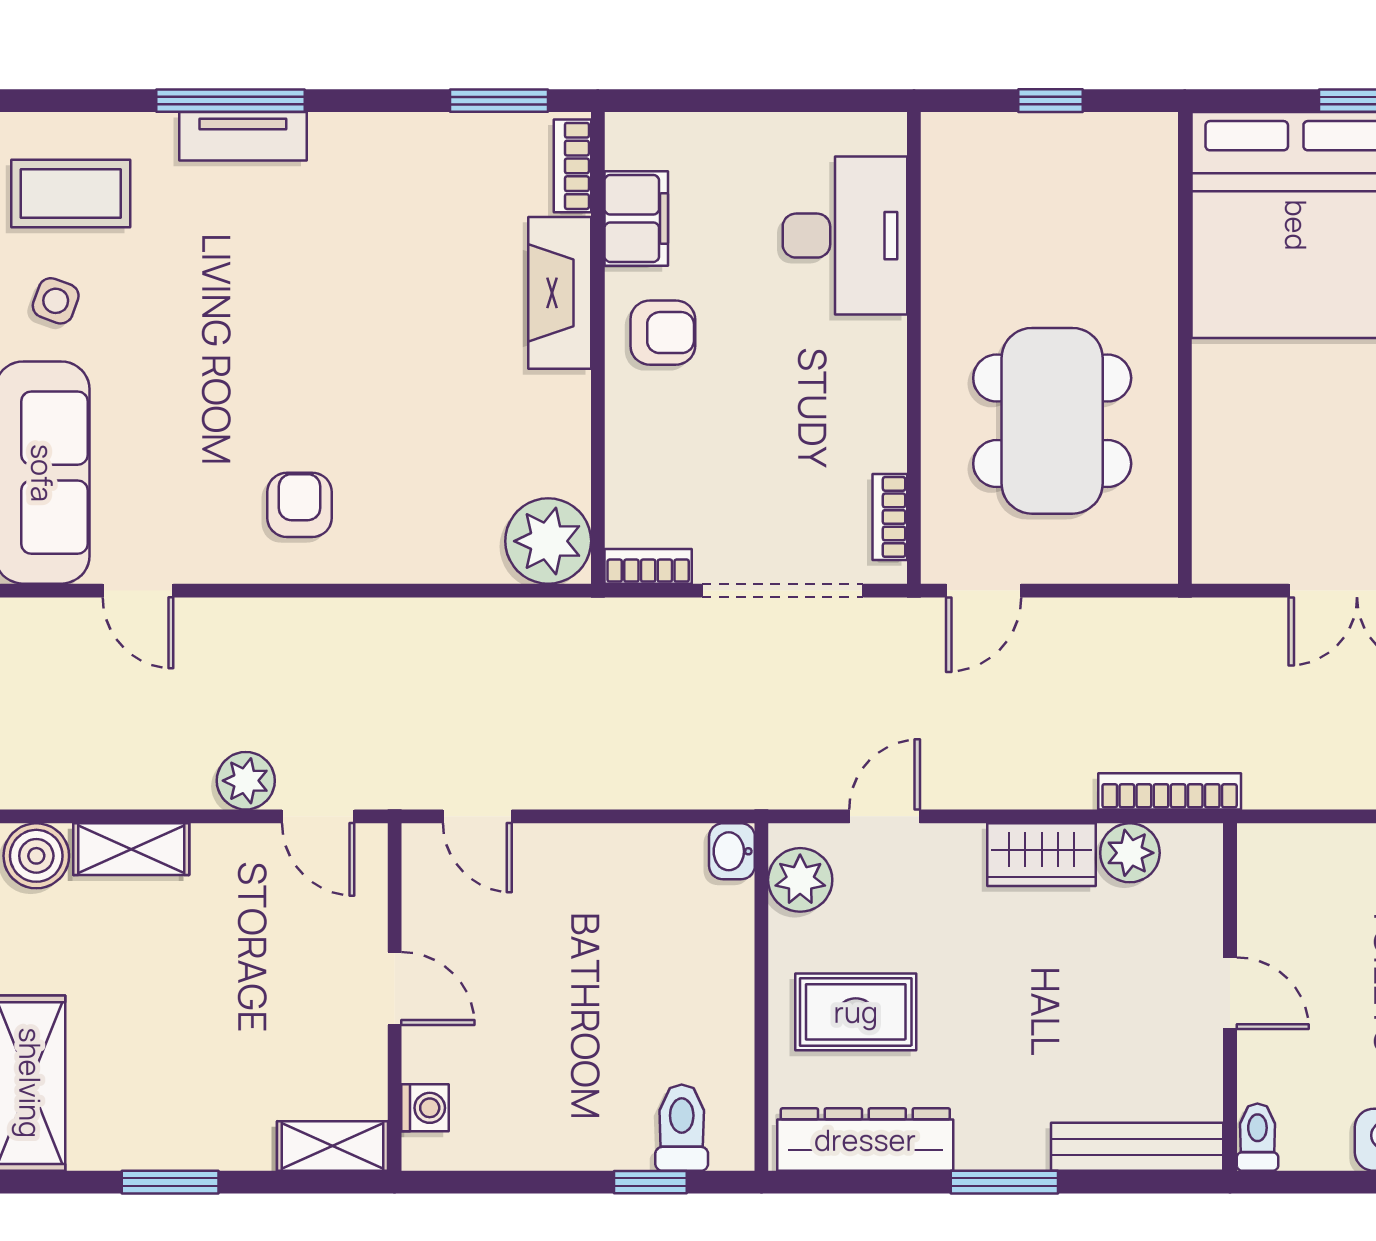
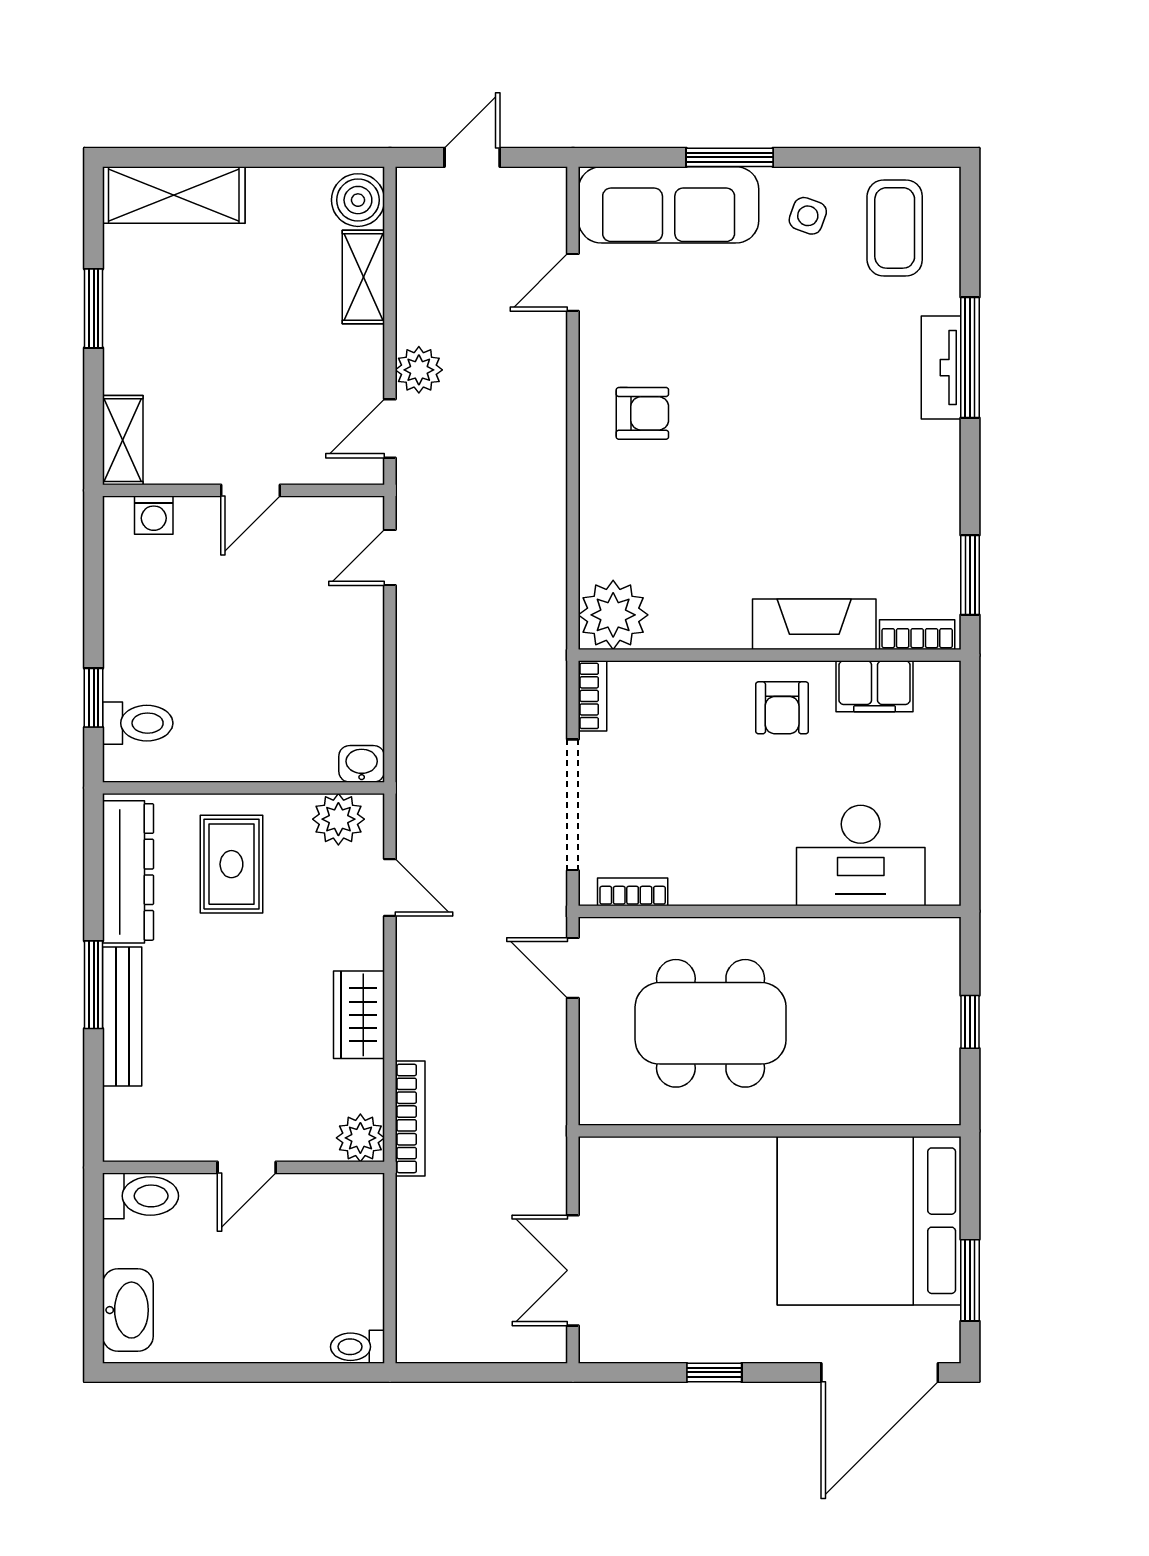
plant: (1130, 853) -> (360, 1138), moved
toilet: (1257, 1137) -> (141, 1196), width x1.37, depth x1.39
bench: (1137, 1147) -> (122, 1016), moved

